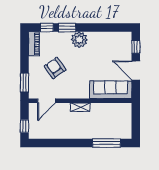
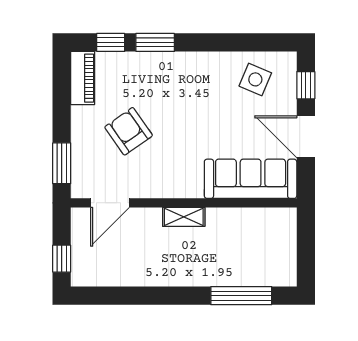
plant: (79, 40) -> (182, 69), removed
side table: (113, 44) -> (255, 79), added

